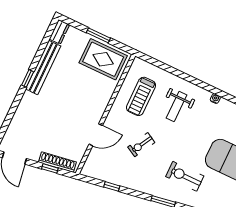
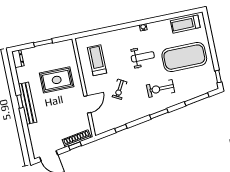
rug: (103, 59) -> (57, 80), moved
bench: (43, 68) -> (28, 103), moved
treadmill: (141, 96) -> (97, 60), turned 180
weight bench: (177, 106) -> (143, 57), moved, turned -90

